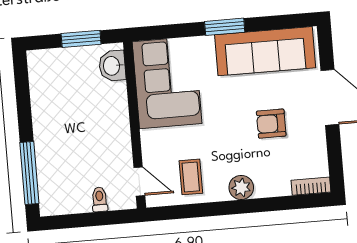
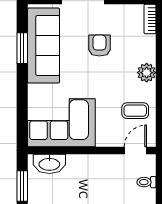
window: (225, 27) -> (22, 48), moved
washbasin: (112, 66) -> (49, 164), width x1.38
armchair: (271, 124) -> (99, 46), turned 180

